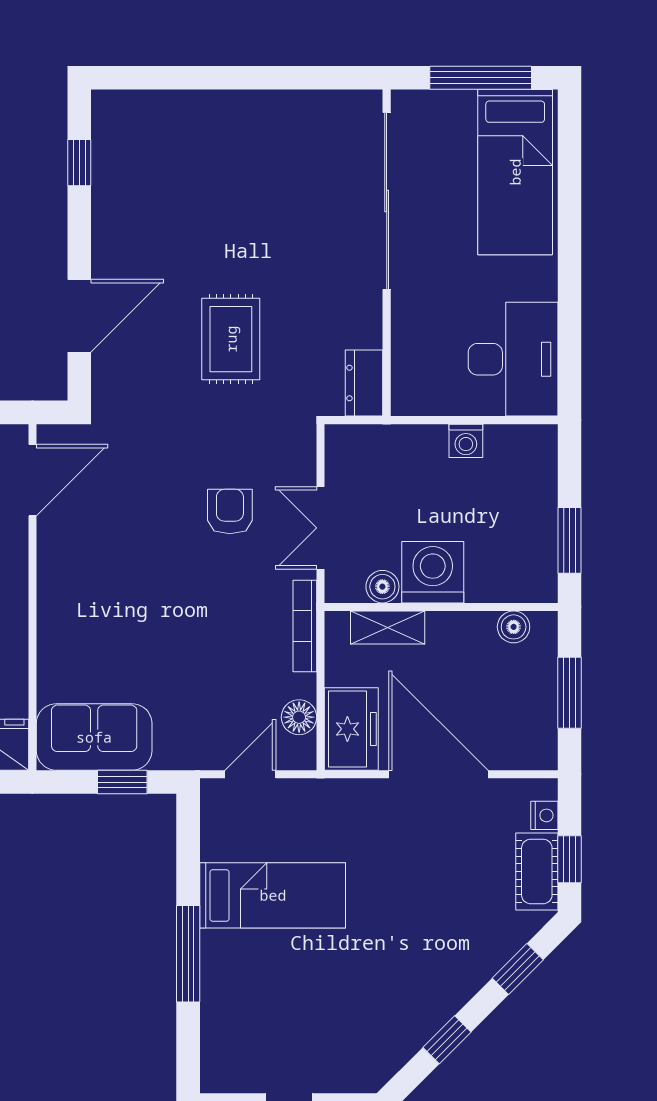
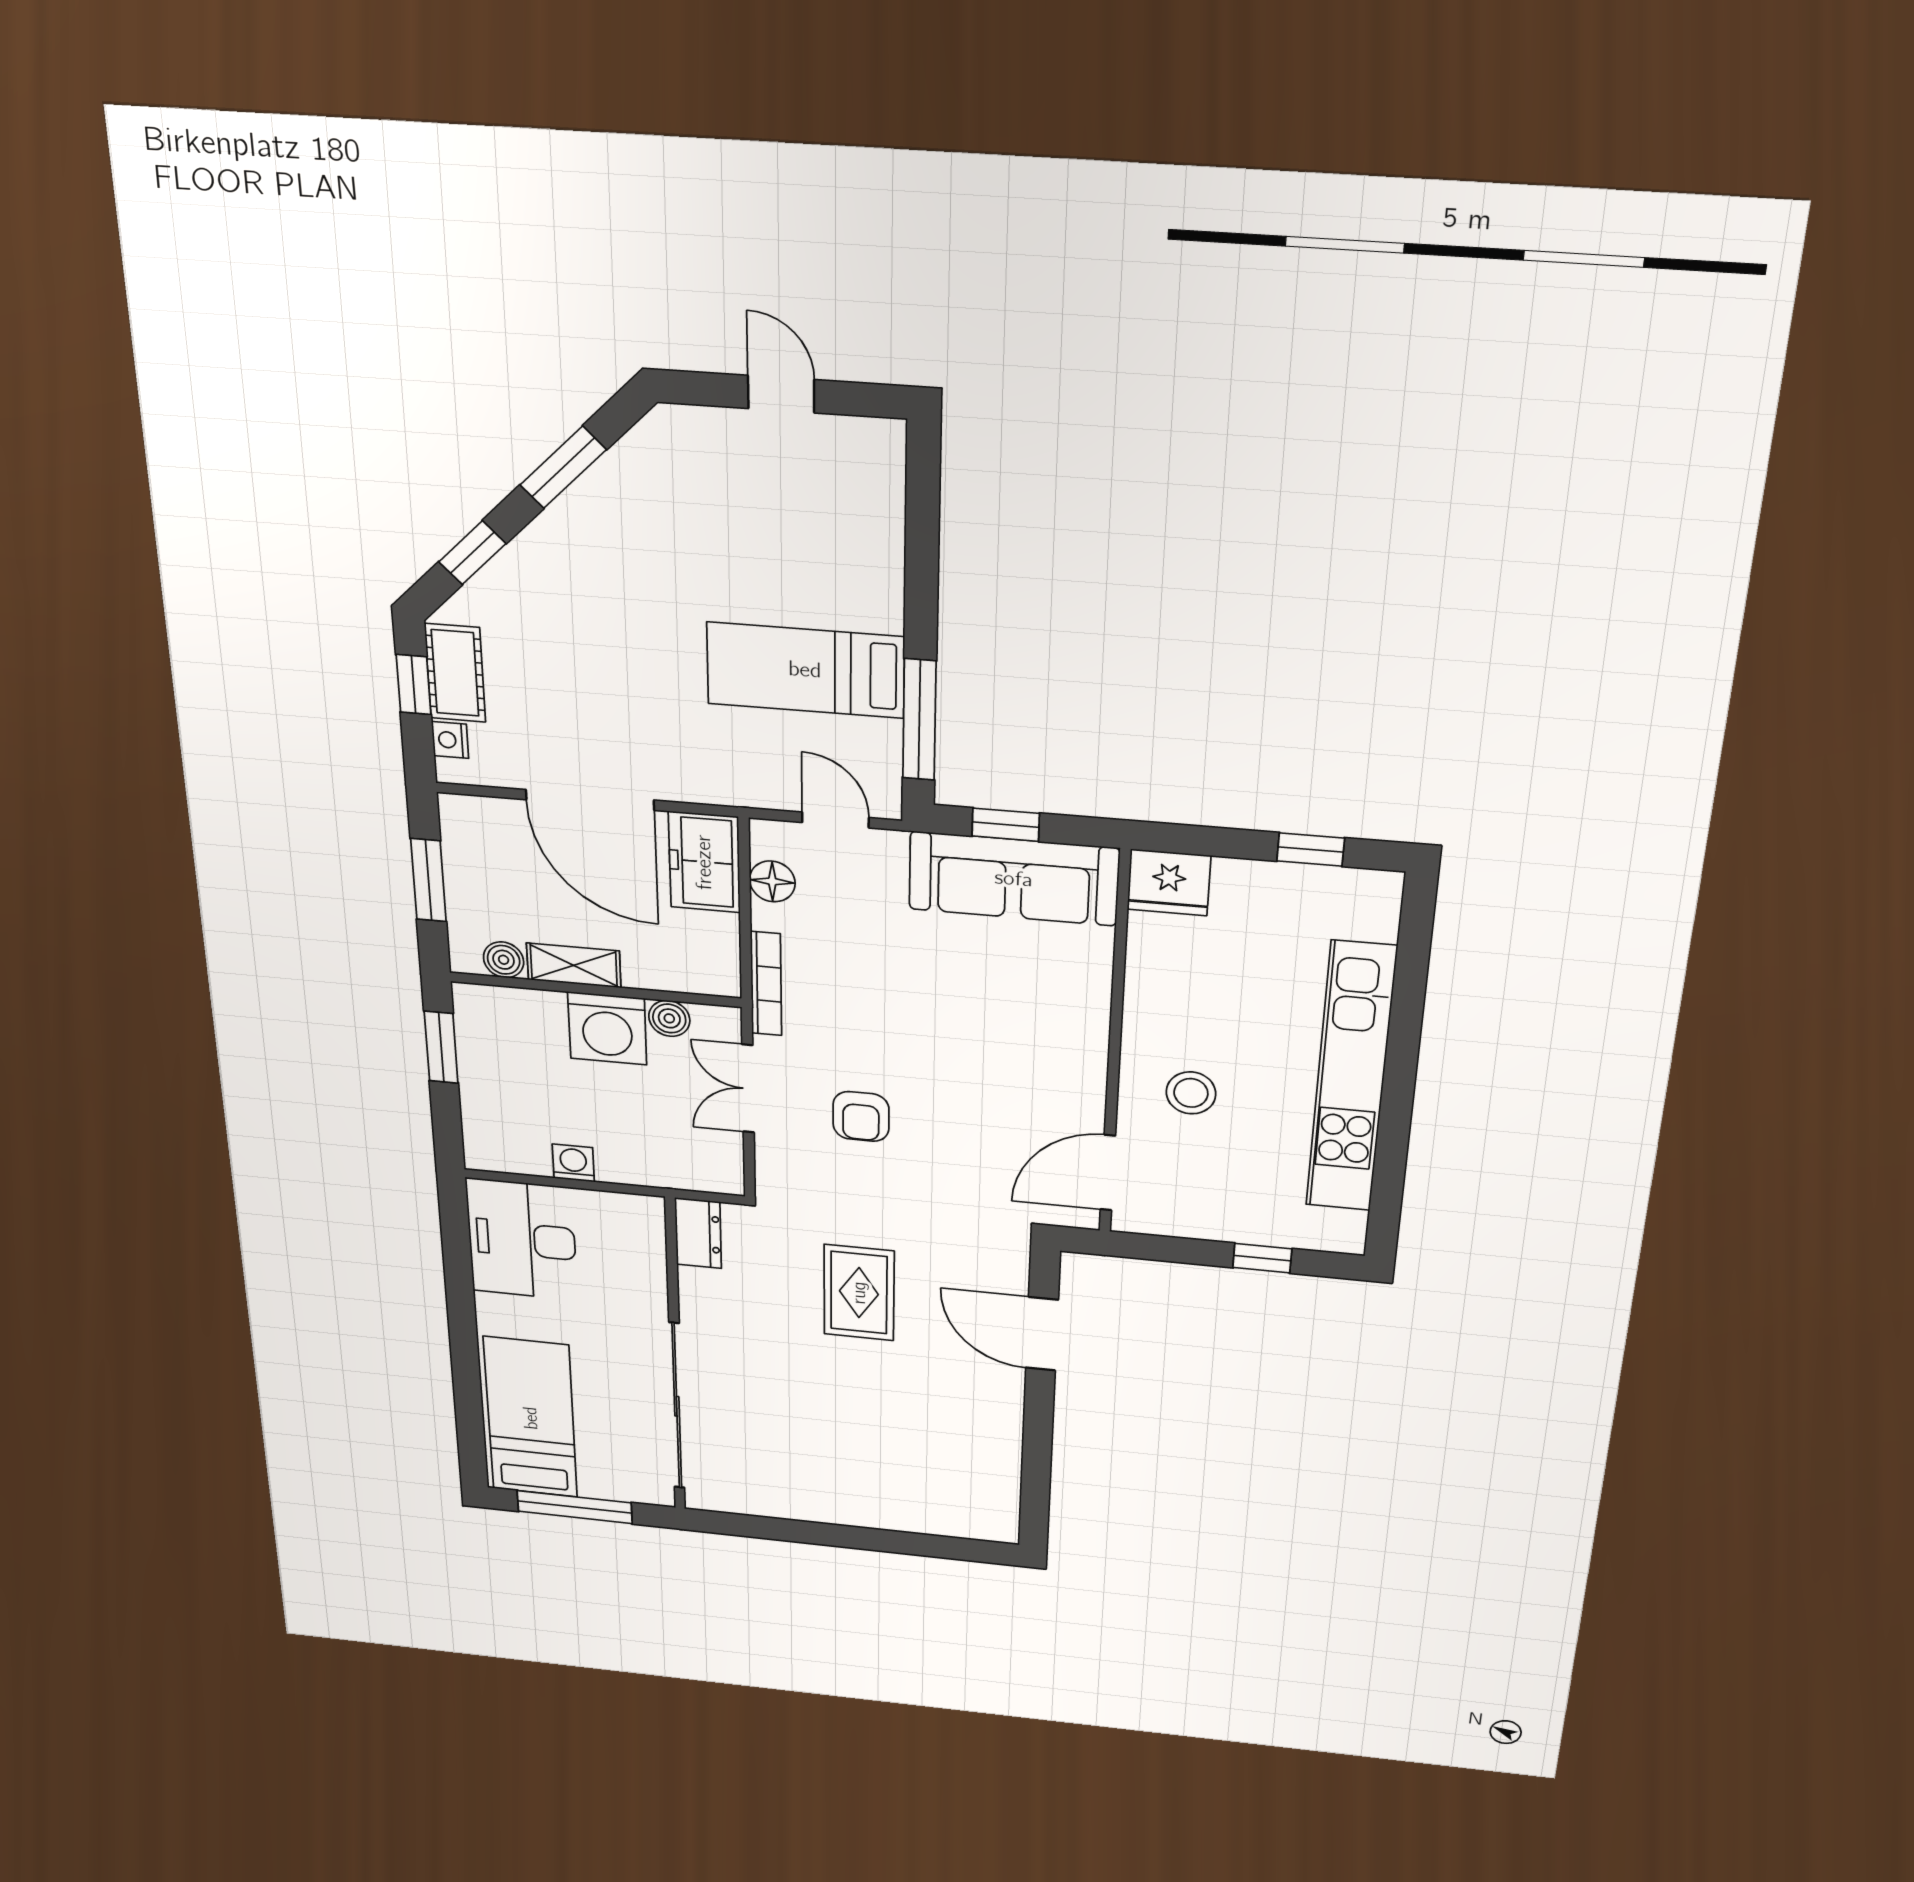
window: (79, 163) -> (1036, 1480), removed
door: (79, 316) -> (1042, 1334), hinge flipped
double door: (320, 528) -> (748, 1089), swing flipped
shelving: (388, 627) -> (574, 965), moved
sofa: (94, 737) -> (1014, 879), width x1.36
door: (250, 774) -> (835, 820), swing flipped
window: (188, 954) -> (919, 720), moved
window: (447, 1040) -> (563, 467), width x1.50

